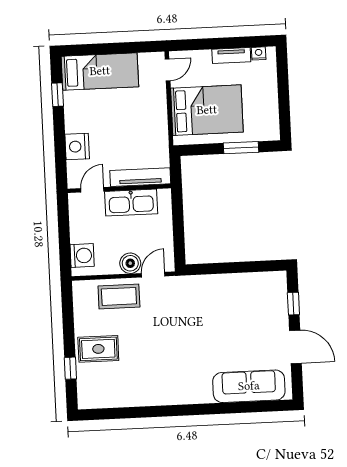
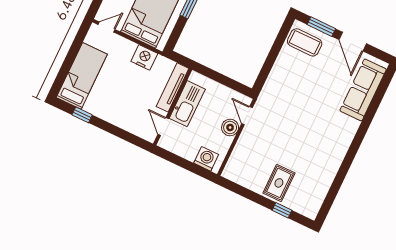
door: (168, 70) -> (106, 27), hinge flipped
nightstand: (77, 147) -> (144, 57), moved, turned 180
coffee table: (119, 296) -> (305, 42), moved, turned 90
window: (293, 304) -> (321, 27), width x1.50
door: (295, 347) -> (353, 42), swing flipped

